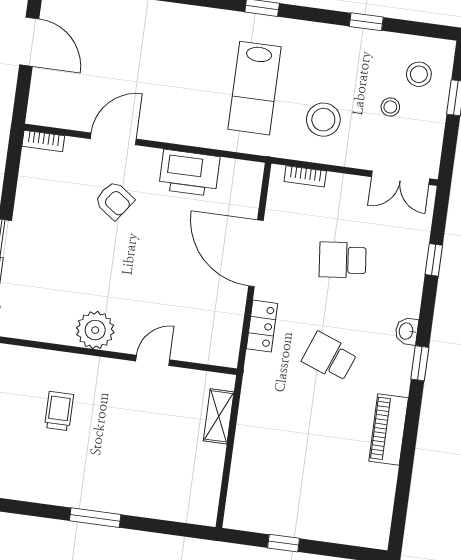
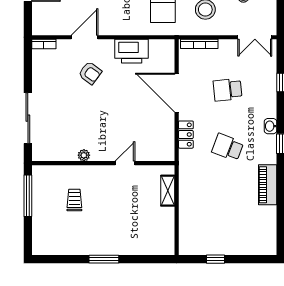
bookcase: (305, 176) -> (199, 44), width x1.56
plant: (95, 330) -> (84, 155), width x0.53, depth x0.53

